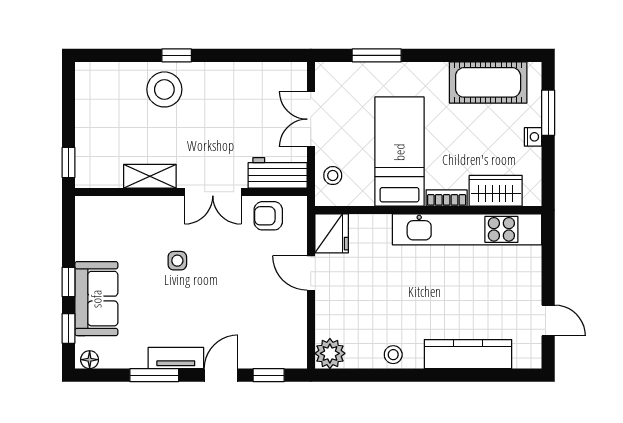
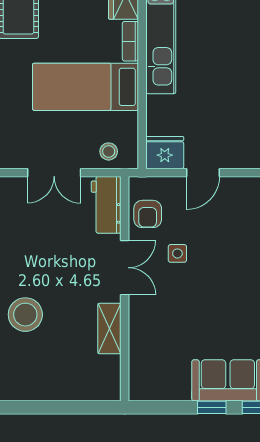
window: (69, 162) -> (96, 407), removed
side table: (177, 261) -> (177, 253), moved

